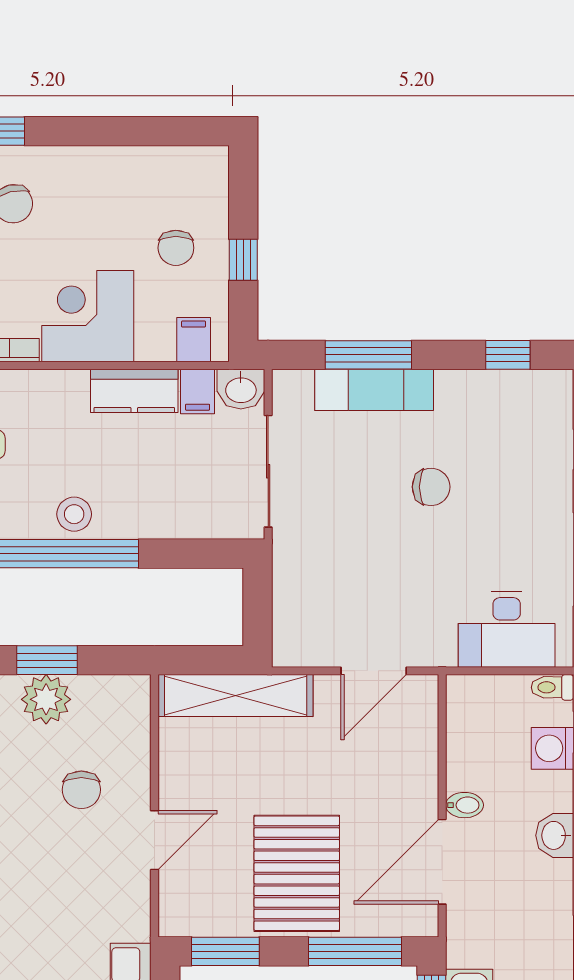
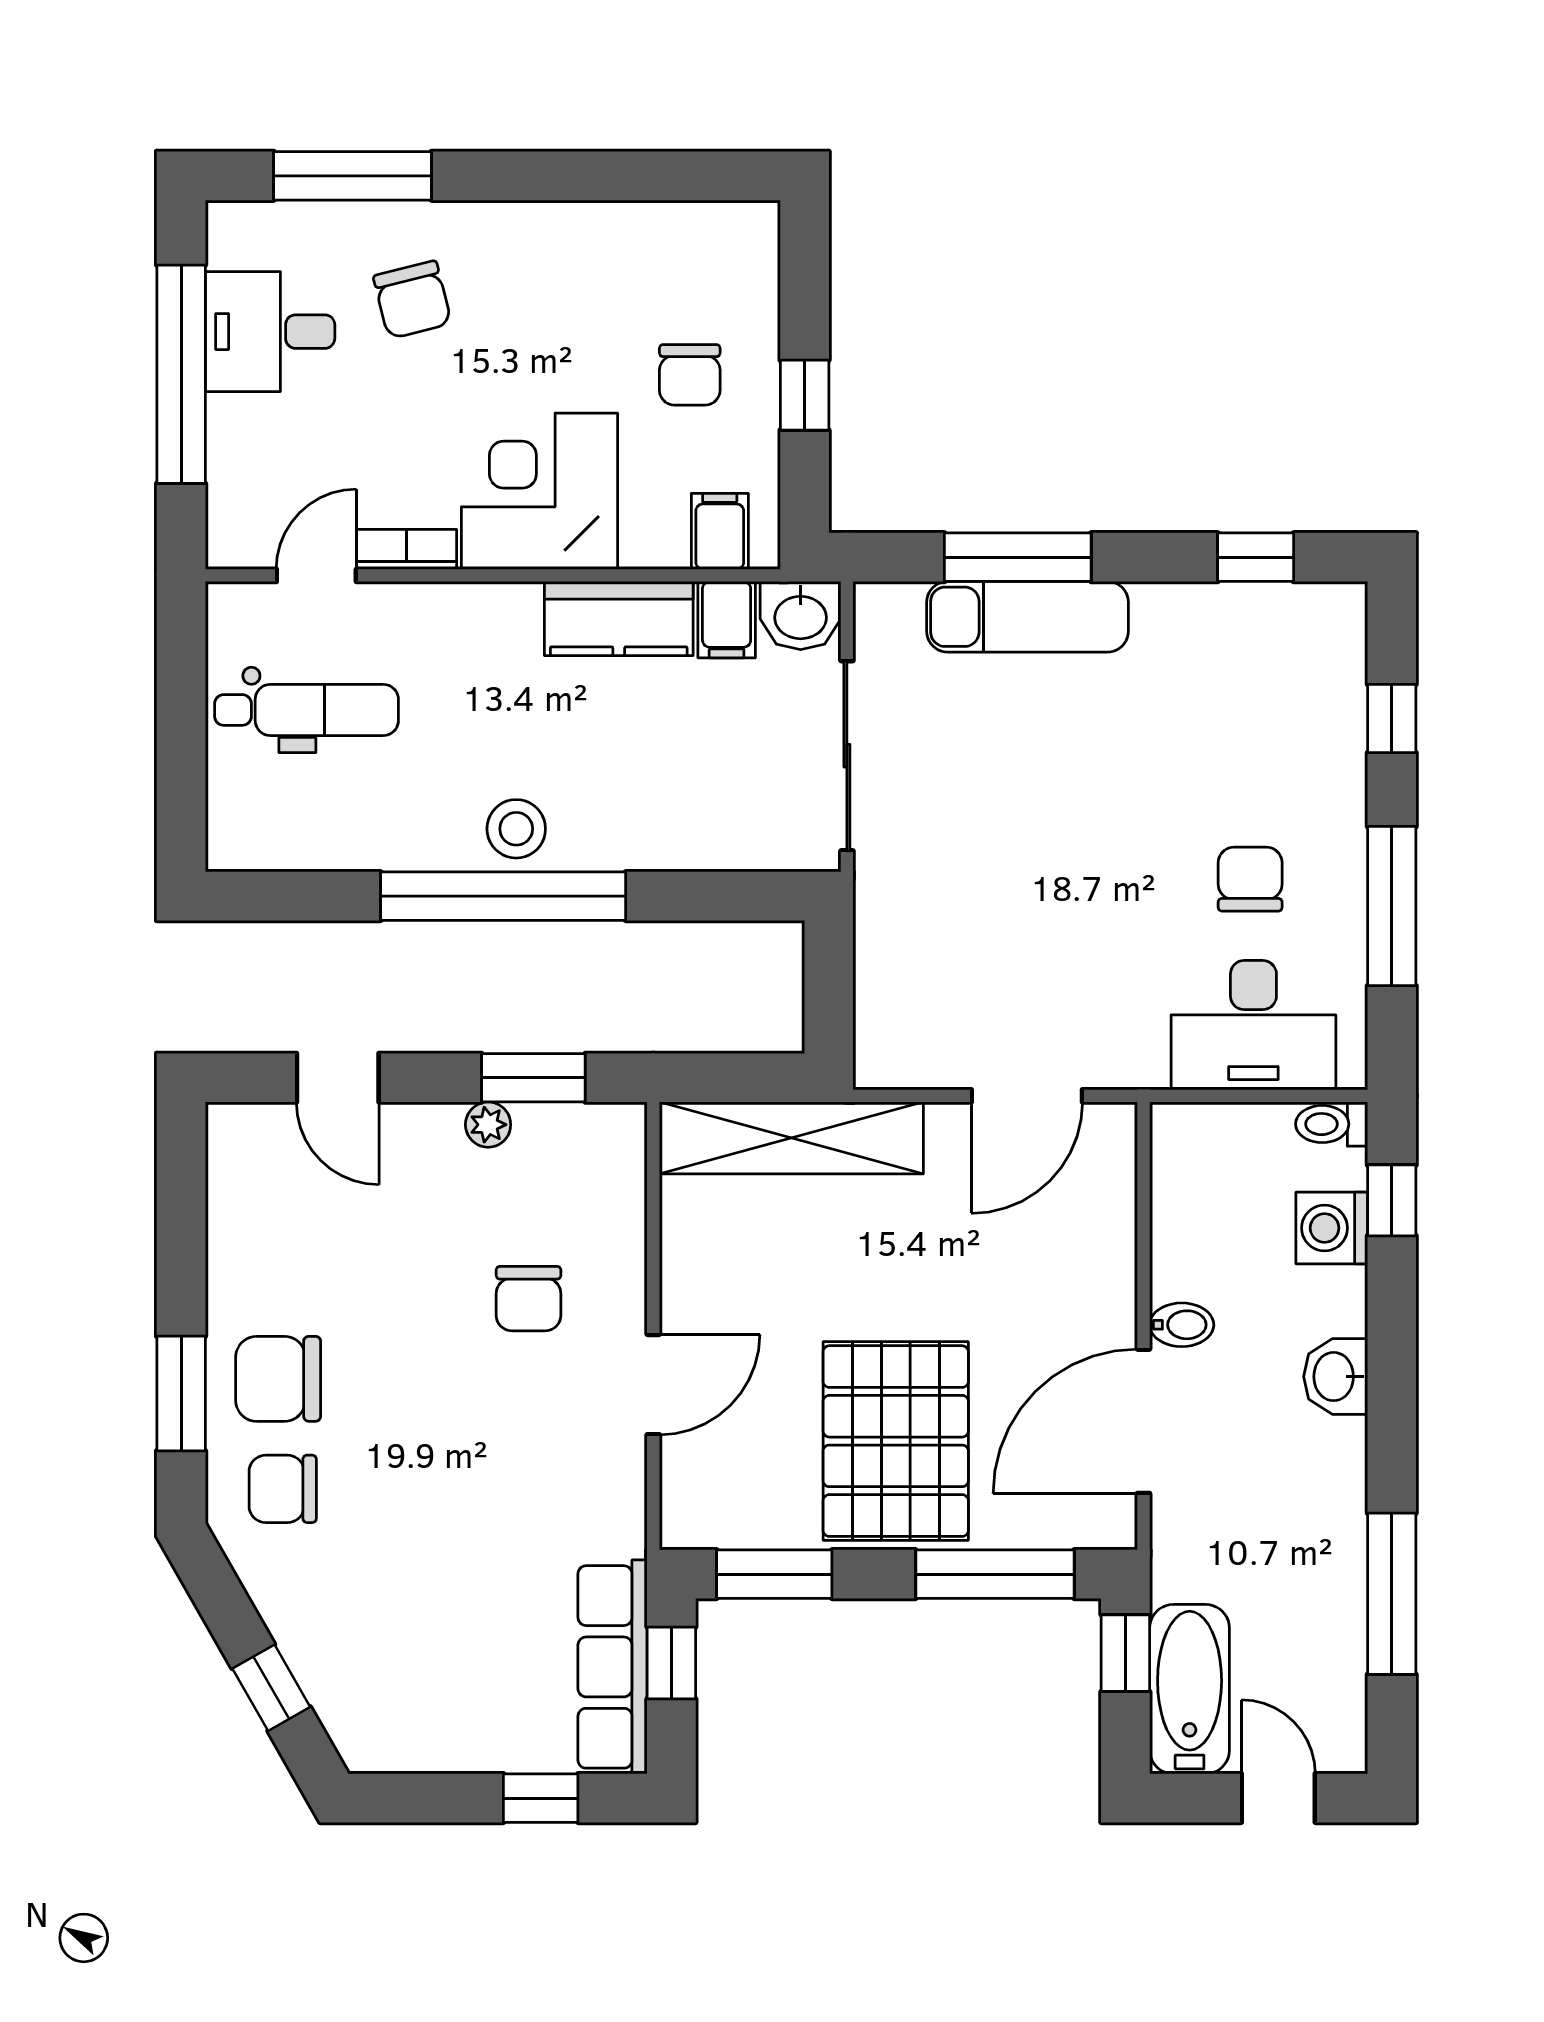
chair: (431, 487) -> (1250, 879), moved, turned -90
window: (47, 660) -> (533, 1078), moved
plant: (46, 699) -> (488, 1125), width x0.53, depth x0.53

